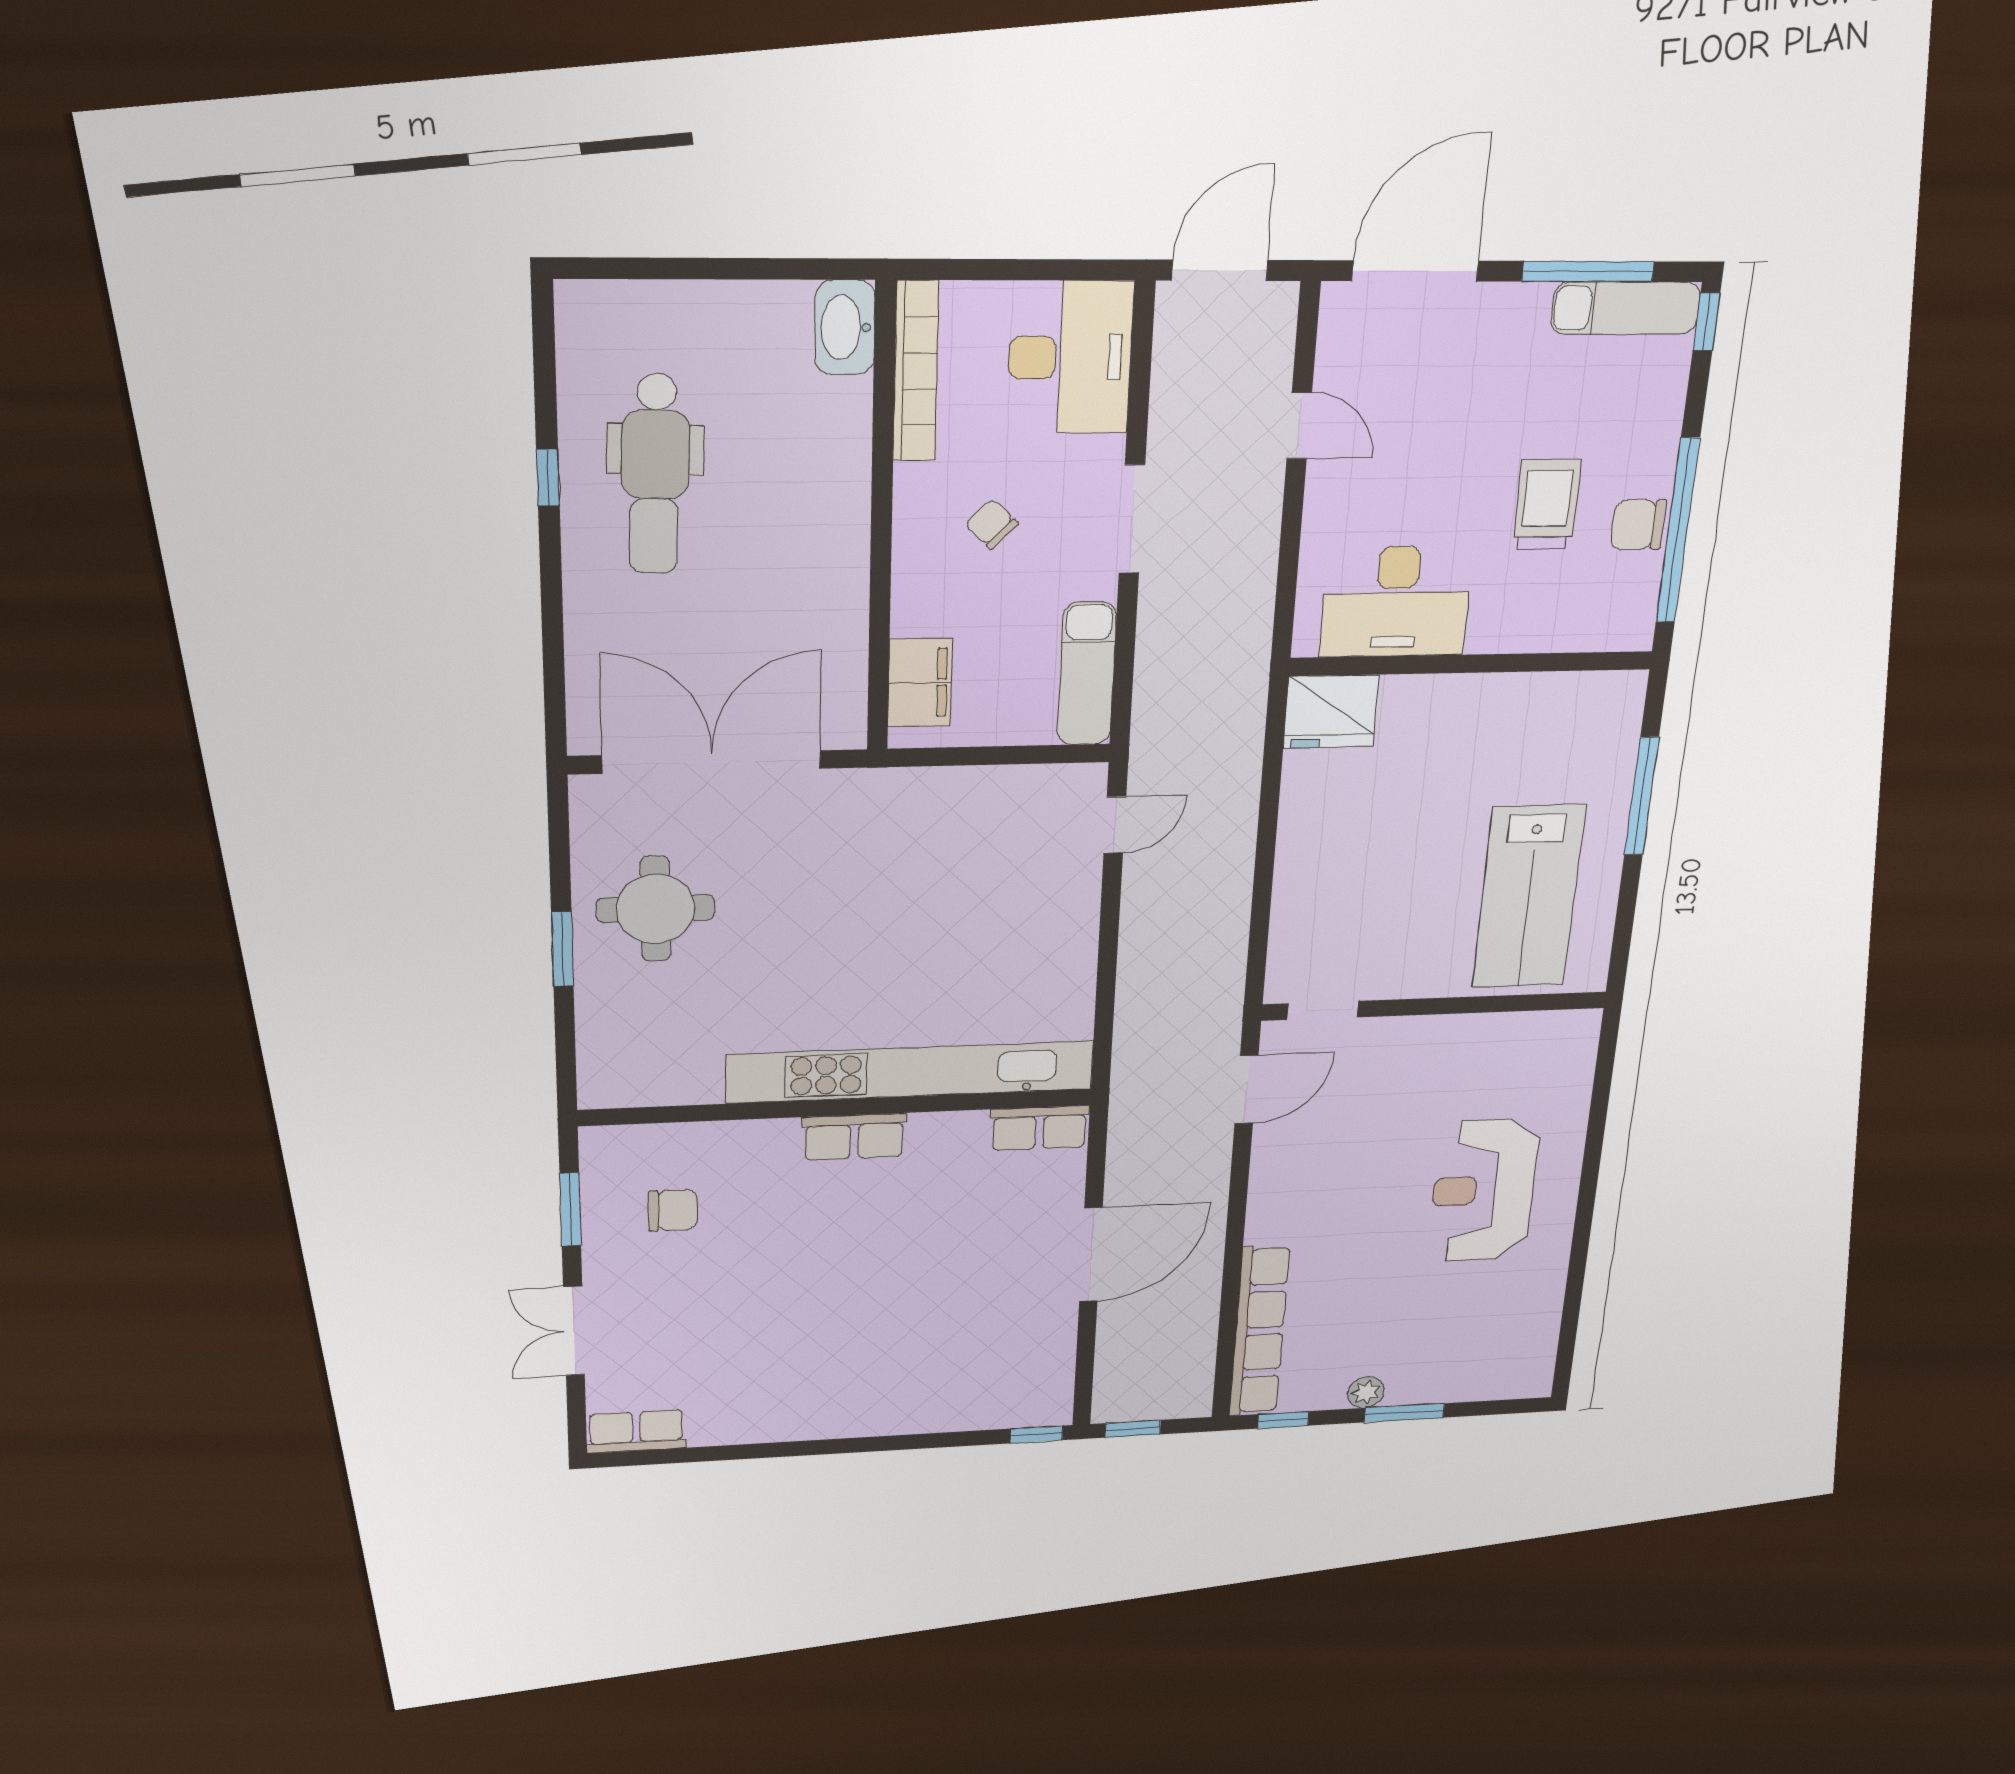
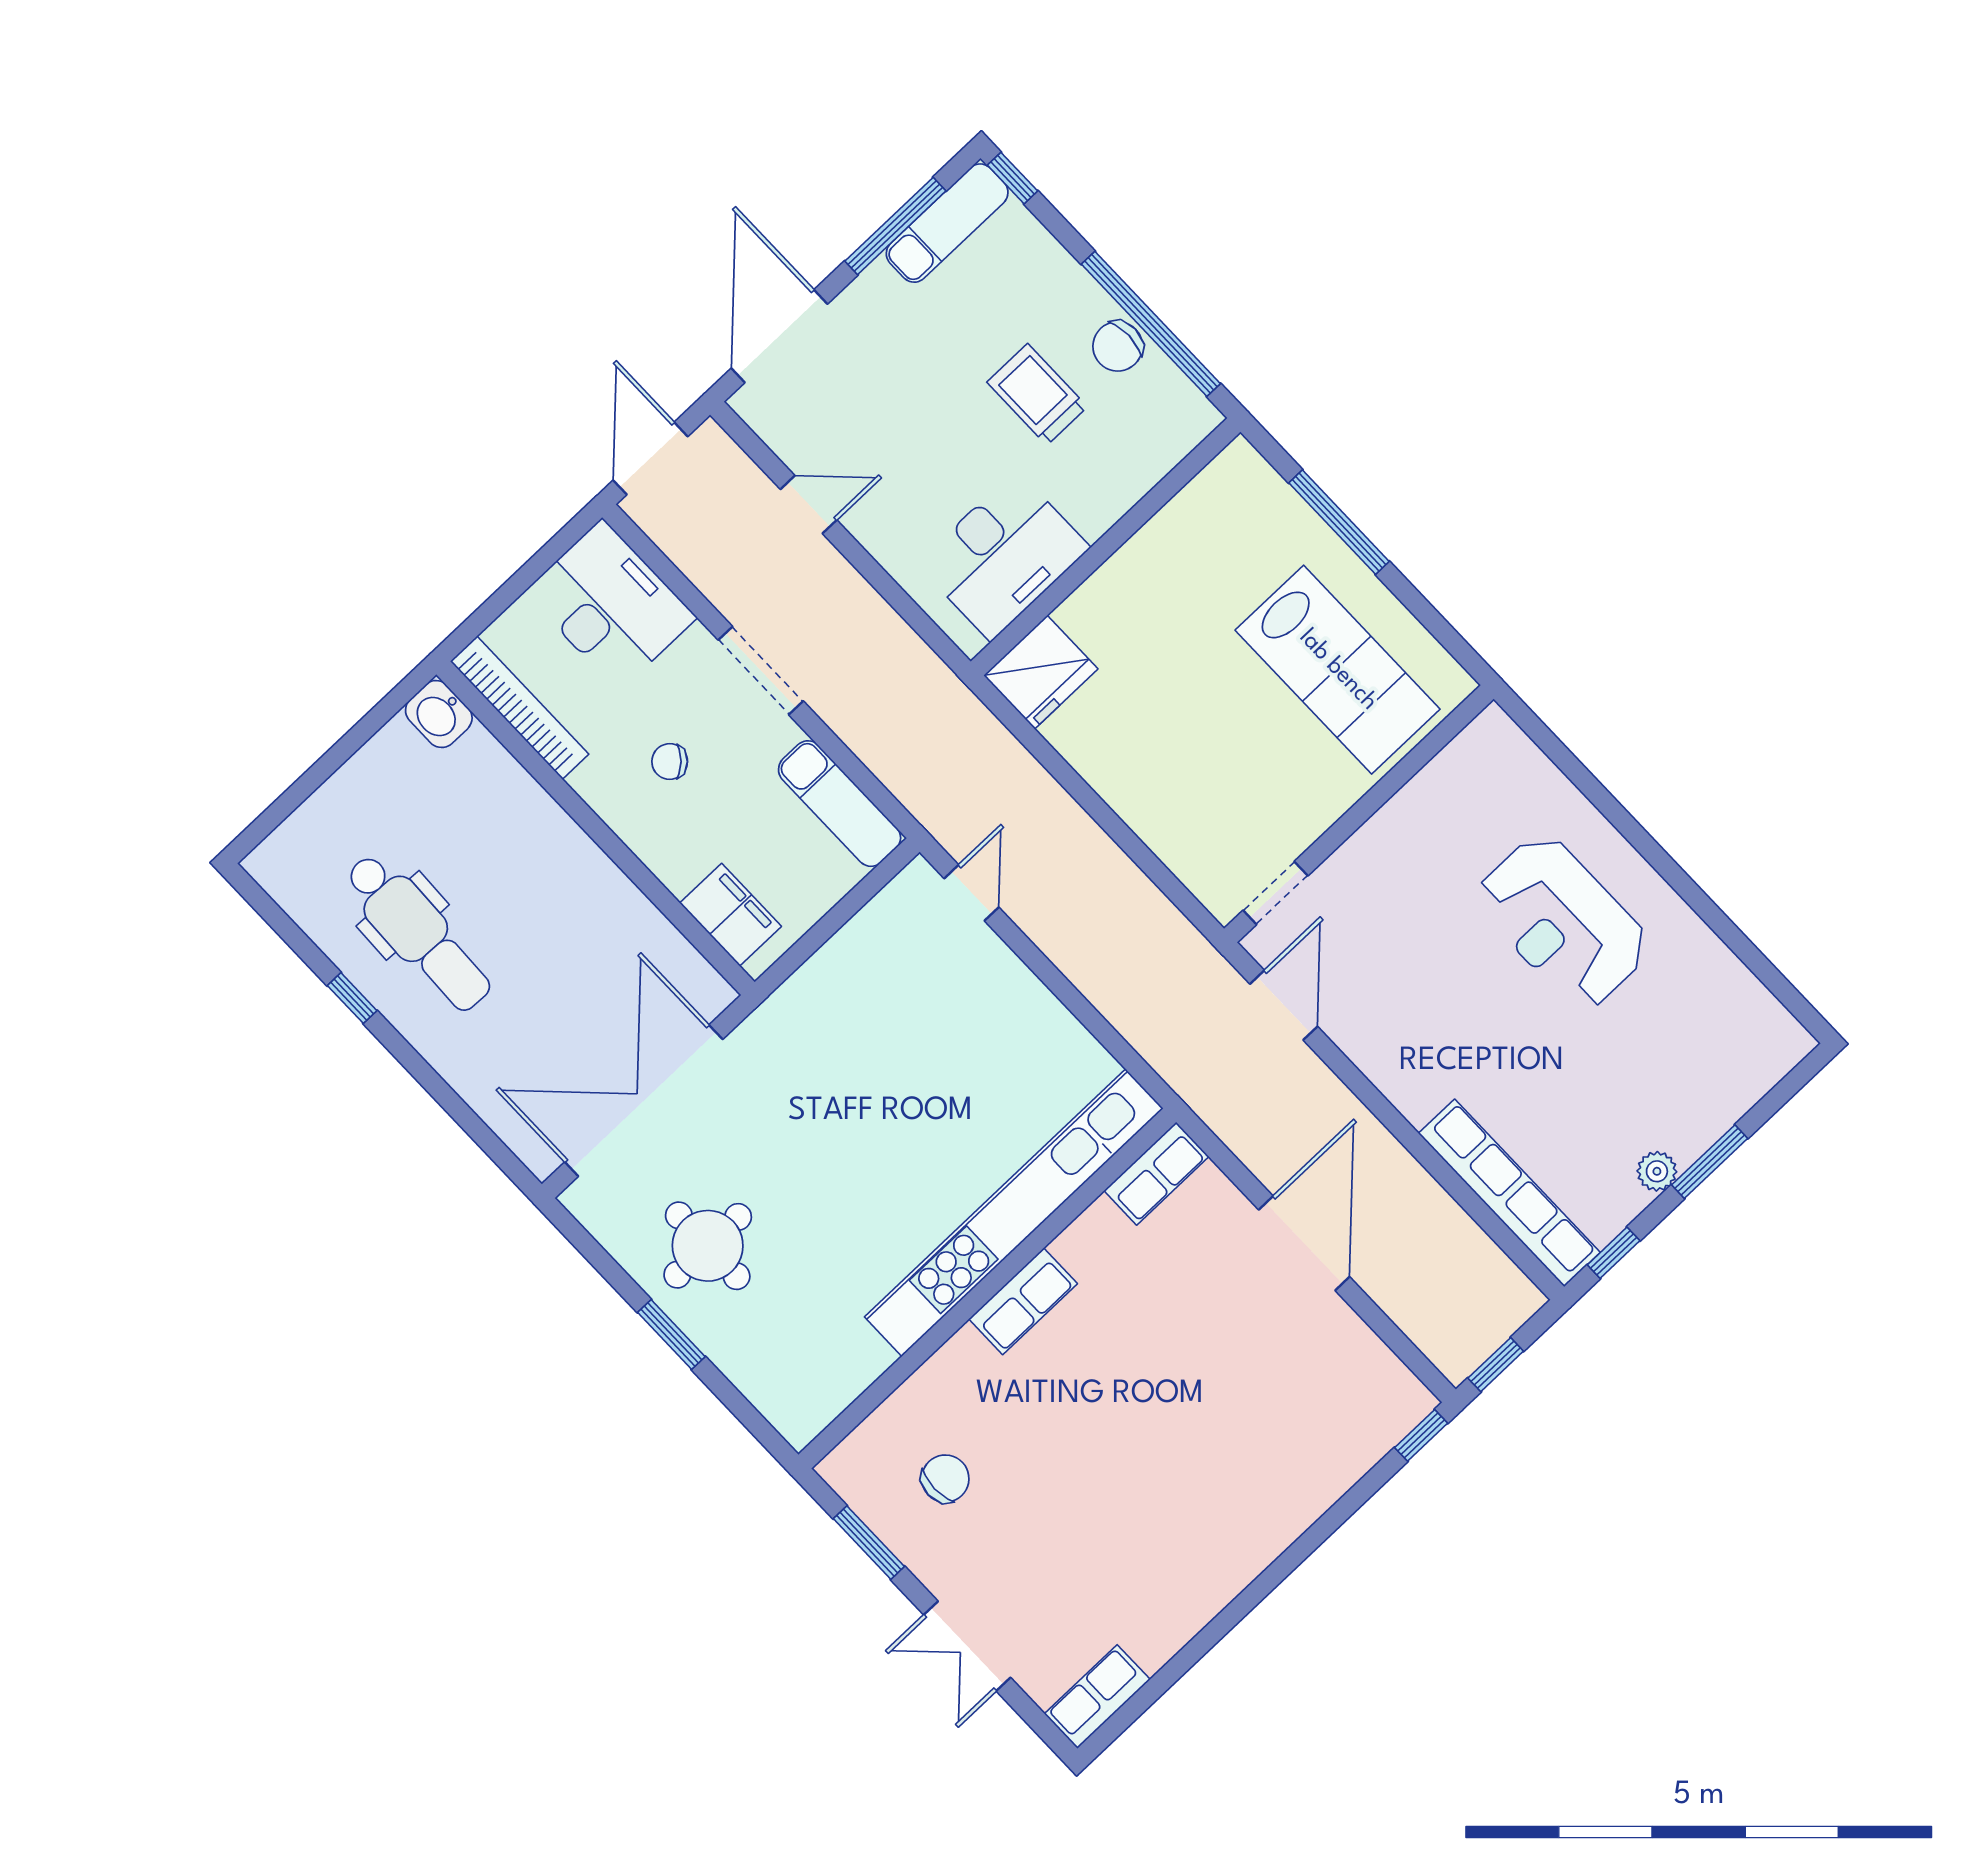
washbasin: (845, 327) -> (439, 714), width x0.72

